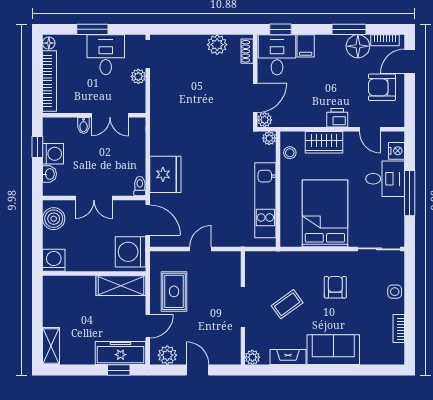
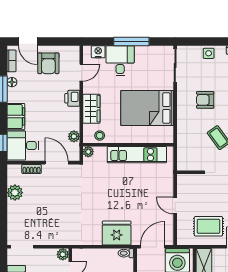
filing cabinet: (306, 46) -> (16, 117), width x2.00
floor lamp: (358, 46) -> (12, 82), width x0.53, depth x0.53
shoe rack: (247, 51) -> (32, 169), moved
plant: (138, 76) -> (63, 254), moved
plant: (265, 120) -> (74, 136), moved

